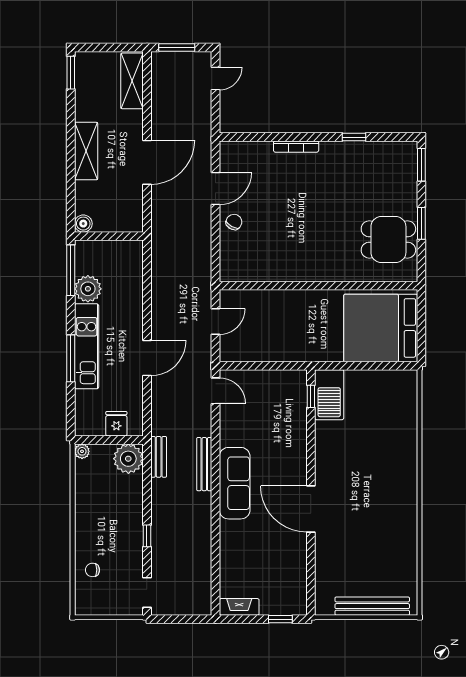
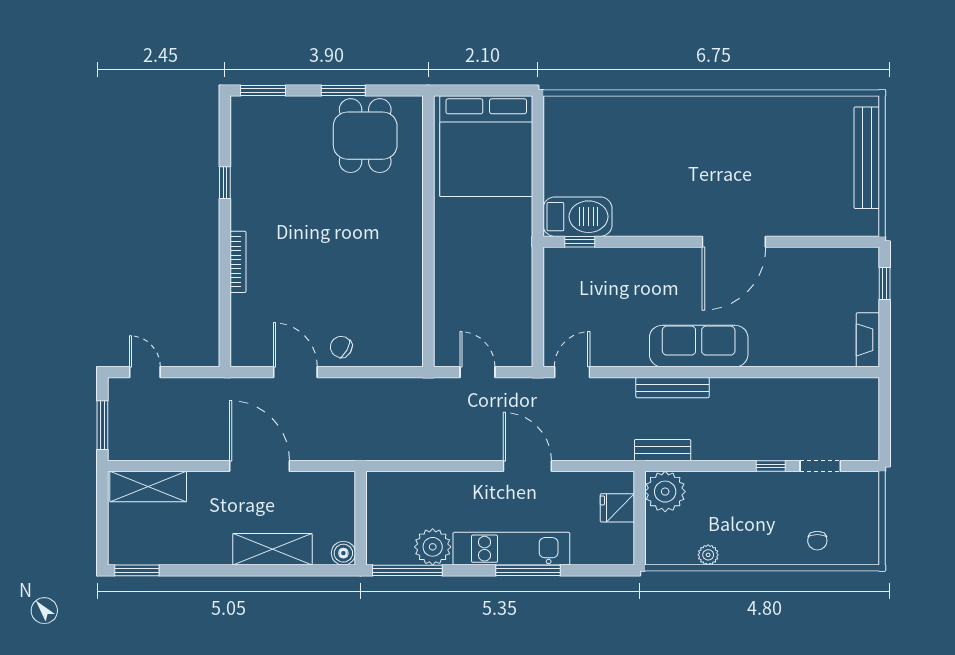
shelving: (86, 151) -> (272, 549), moved
plant: (82, 451) -> (708, 555), moved
doorway: (147, 592) -> (820, 466), moved

